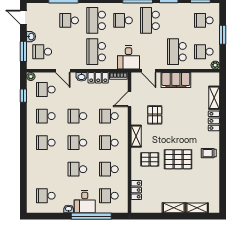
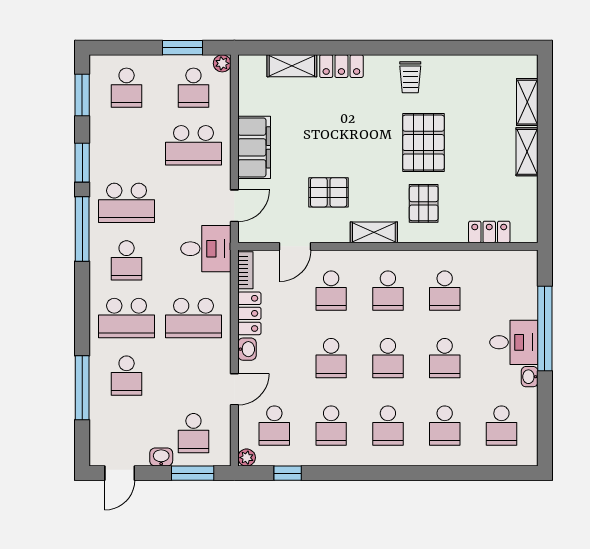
window: (223, 35) -> (182, 48), moved
door: (130, 99) -> (295, 246), hinge flipped
school desk: (109, 196) -> (445, 426), moved

